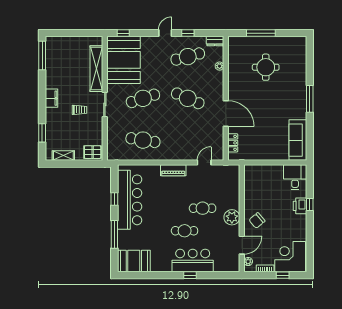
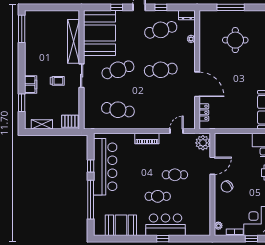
window: (123, 33) -> (117, 7), moved
filing cabinet: (52, 98) -> (31, 84), moved
cafe table: (188, 98) -> (161, 70), turned -30
plant: (232, 217) -> (203, 143), moved
window: (114, 234) -> (91, 200), width x1.46
door: (242, 245) -> (212, 166), moved
booth: (134, 261) -> (121, 225), moved

